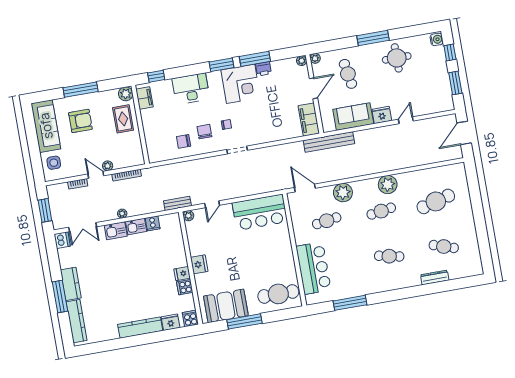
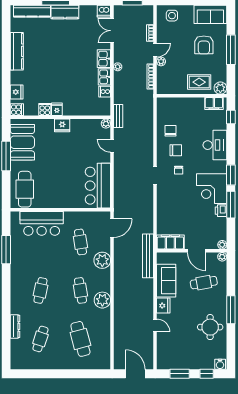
sofa: (46, 126) -> (210, 14), width x0.73
kitchen counter: (140, 328) -> (17, 51), moved

